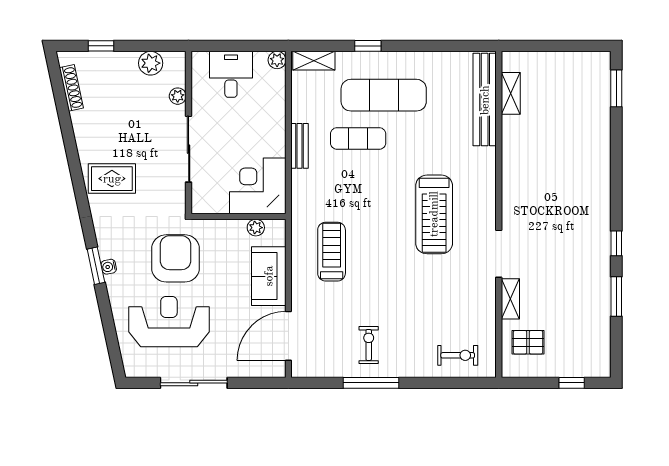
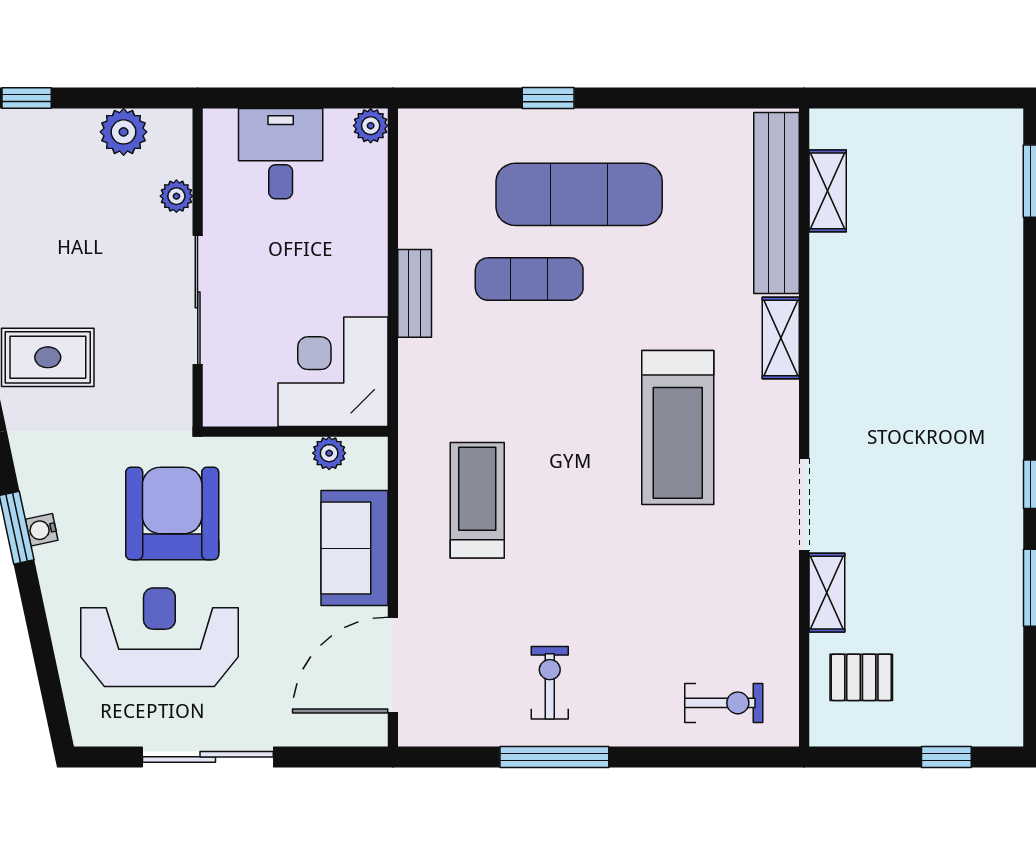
shelving: (314, 61) -> (781, 338), moved, turned 90

